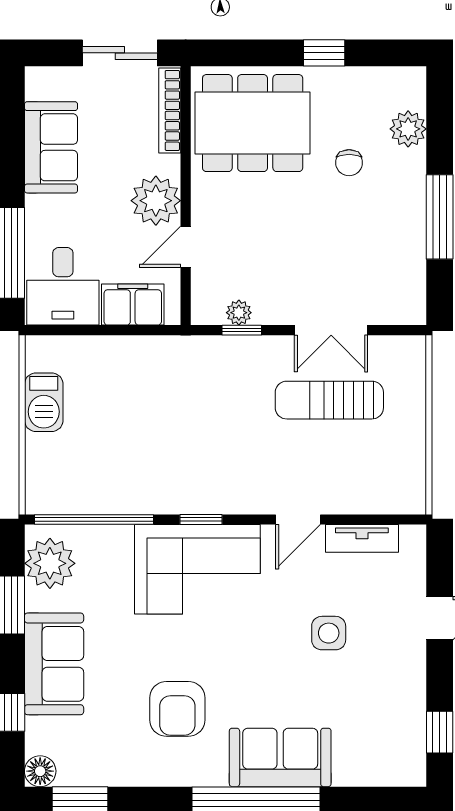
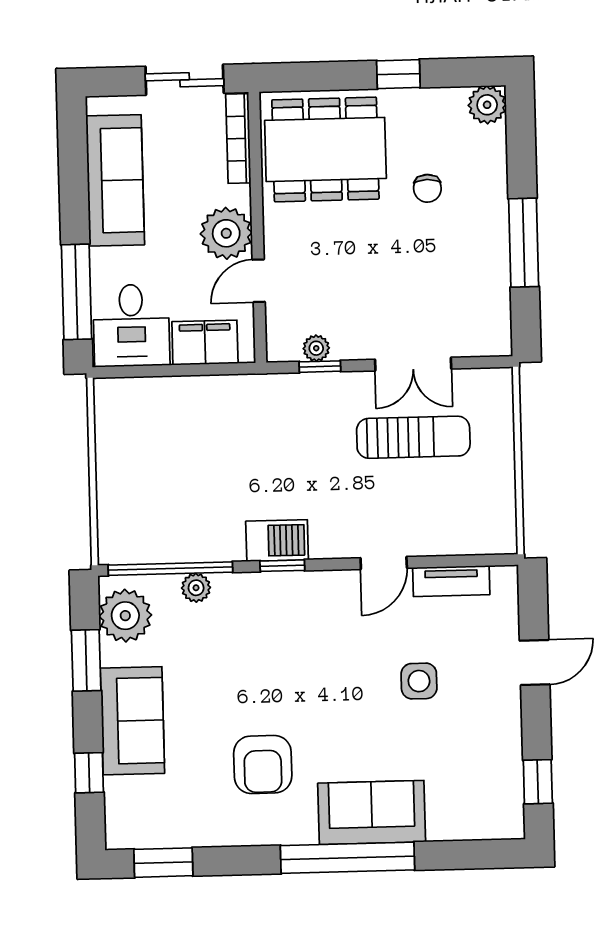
plant: (408, 129) -> (487, 105), moved
sofa: (51, 147) -> (115, 180), width x1.36
sun lounger: (329, 400) -> (413, 437), turned 180
barbecue: (44, 402) -> (277, 540), moved, turned -90
plant: (118, 538) -> (196, 588), added
corner sofa: (197, 569) -> (280, 618), removed
floor lamp: (40, 771) -> (121, 833), removed

